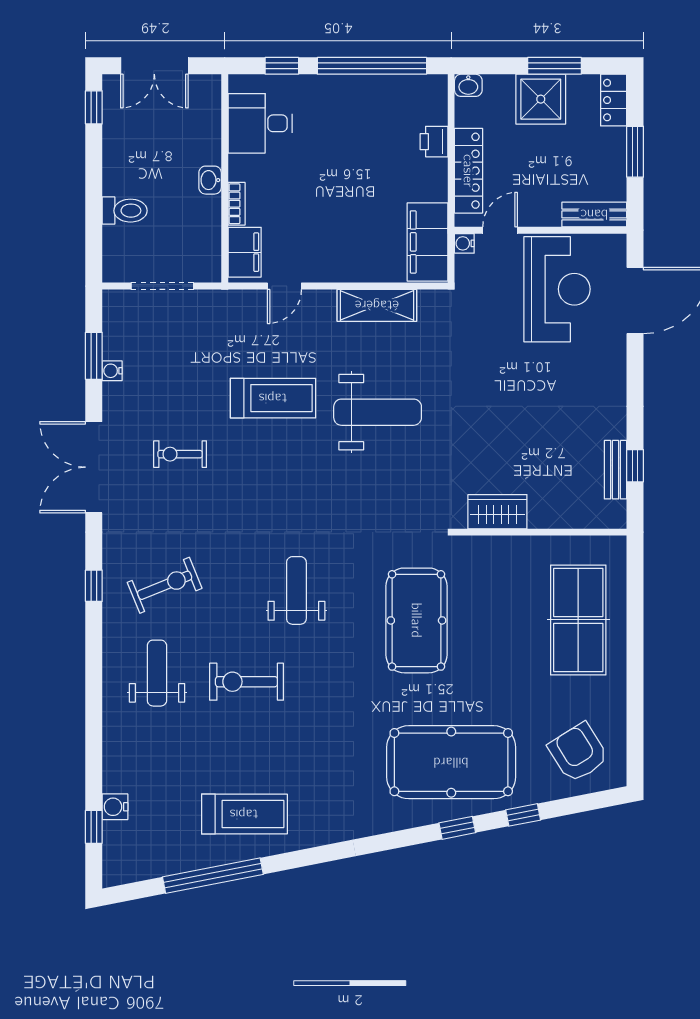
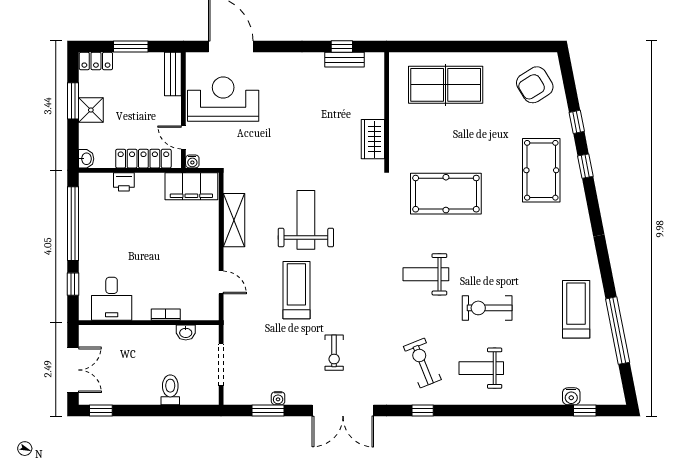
shower: (541, 99) -> (91, 110), width x0.73, depth x0.73
washbasin: (210, 180) -> (186, 332), moved
filing cabinet: (245, 252) -> (198, 309), removed
exercise bike: (246, 682) -> (487, 308), turned 90
pool table: (451, 762) -> (541, 170), width x0.73, depth x0.76

